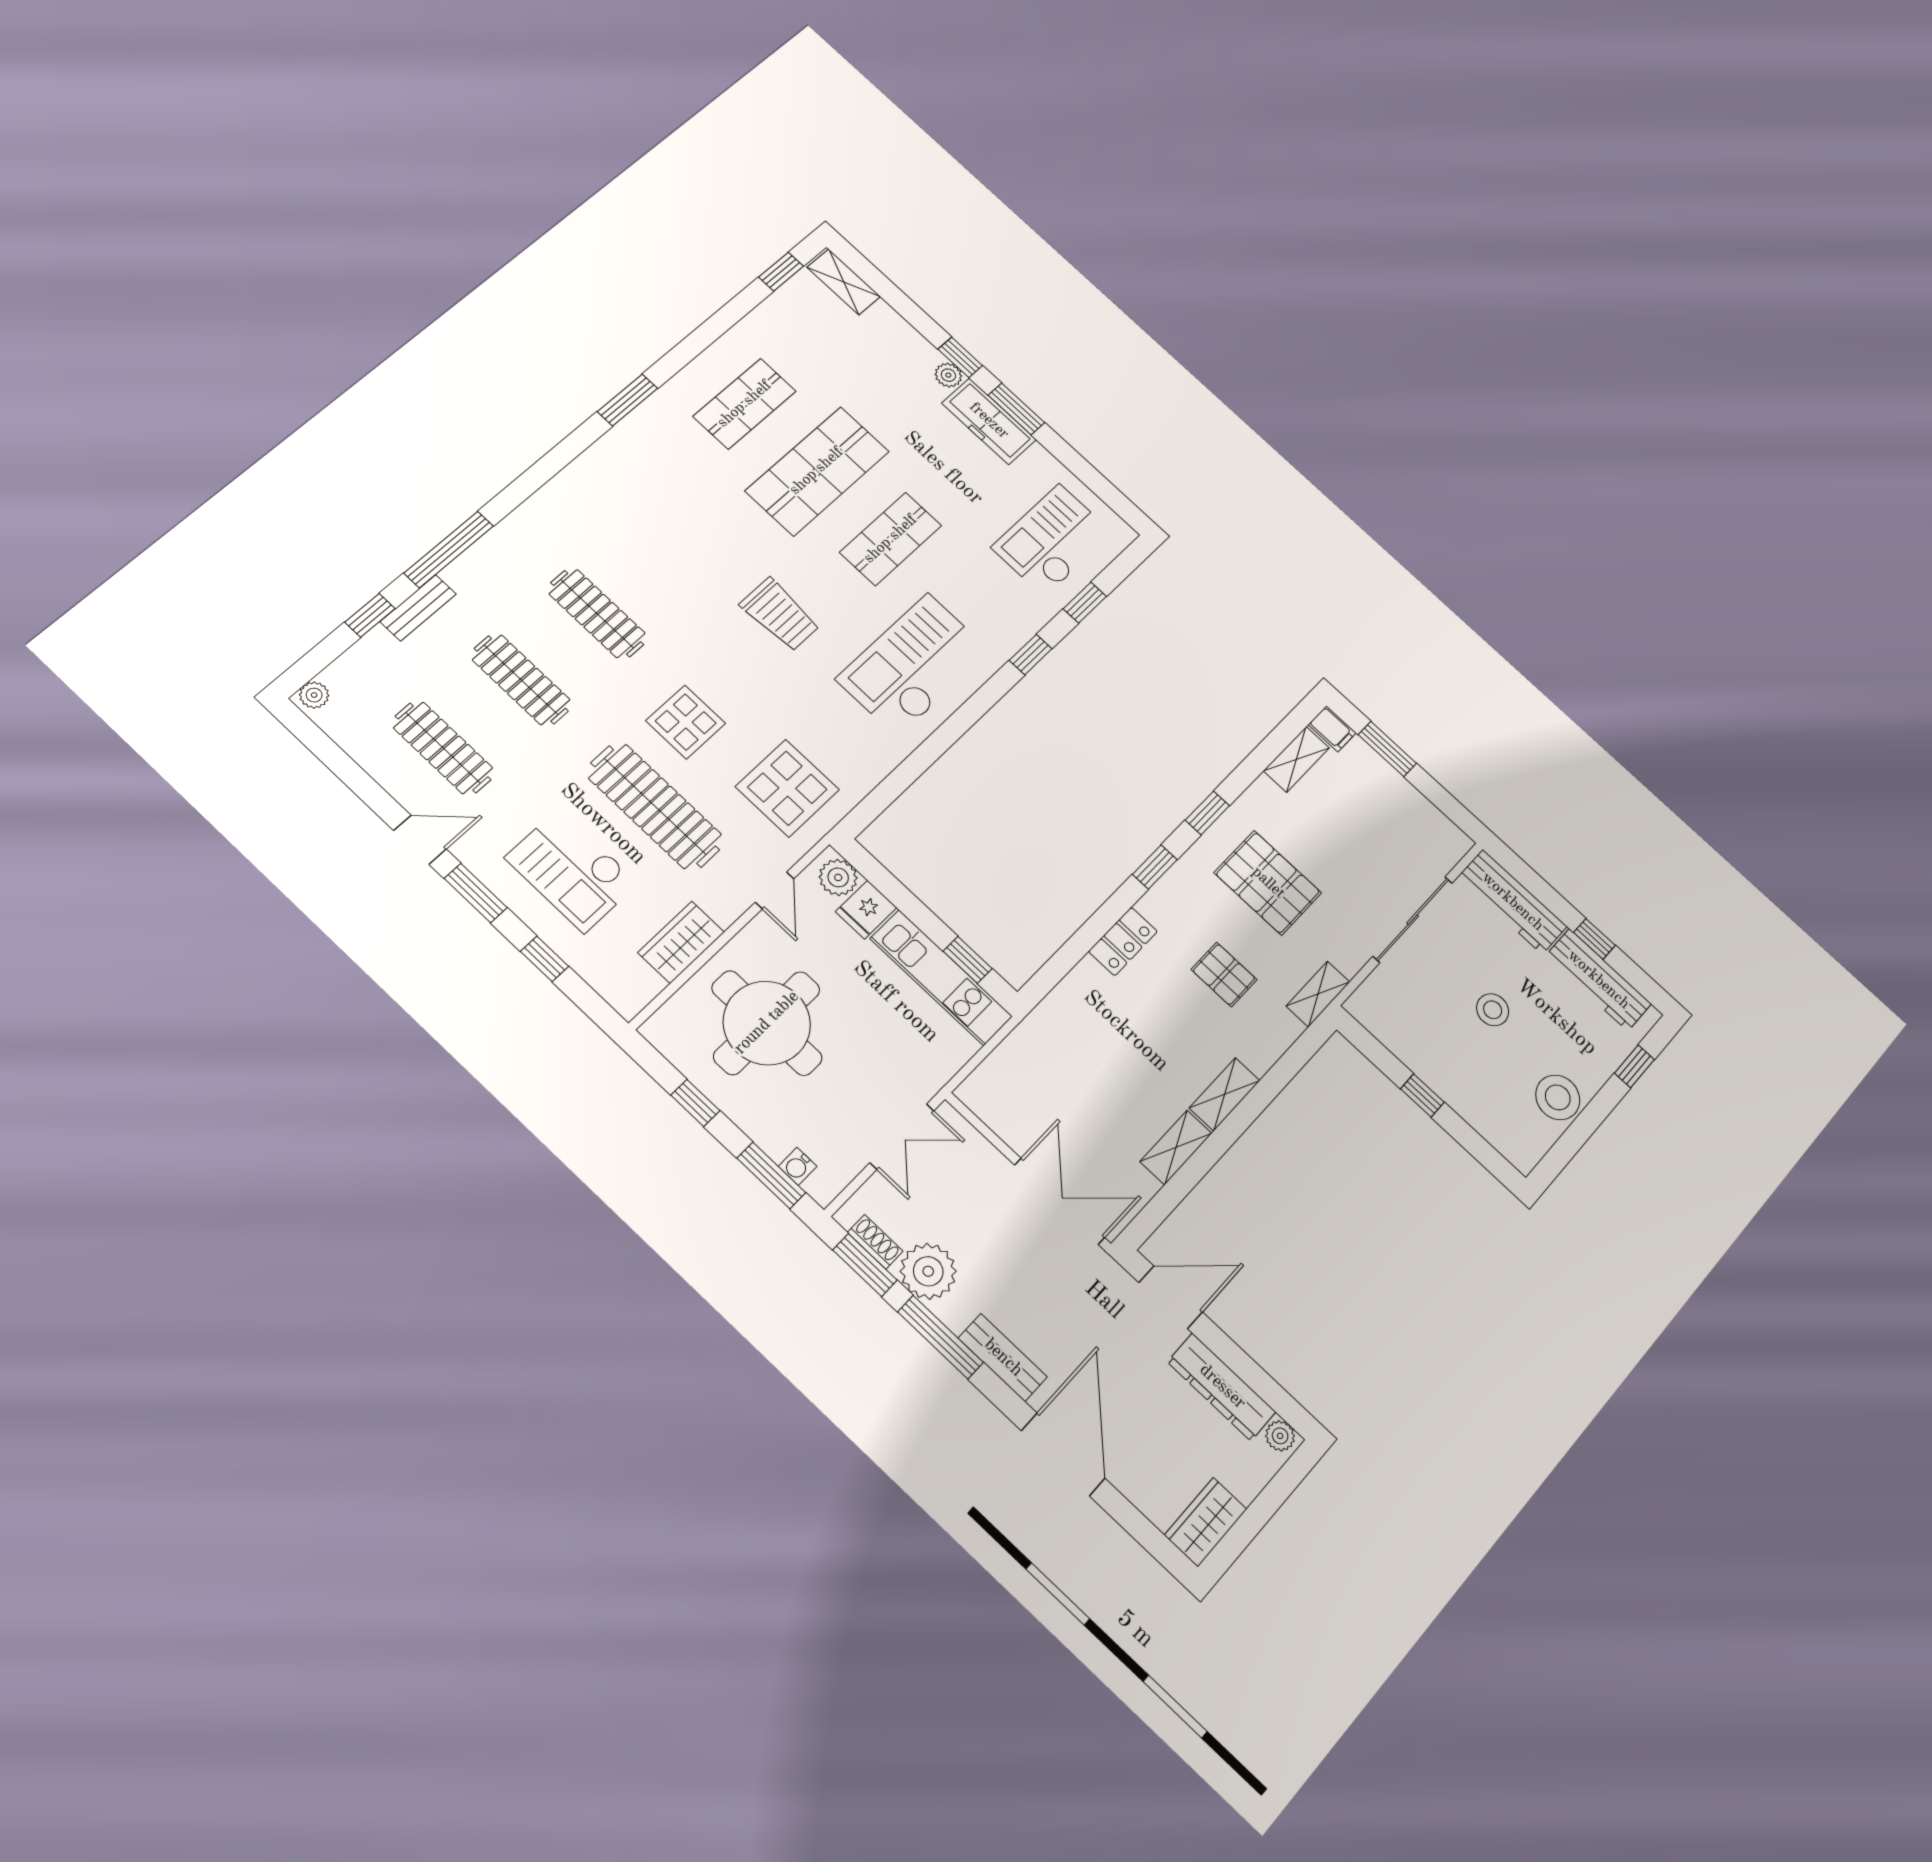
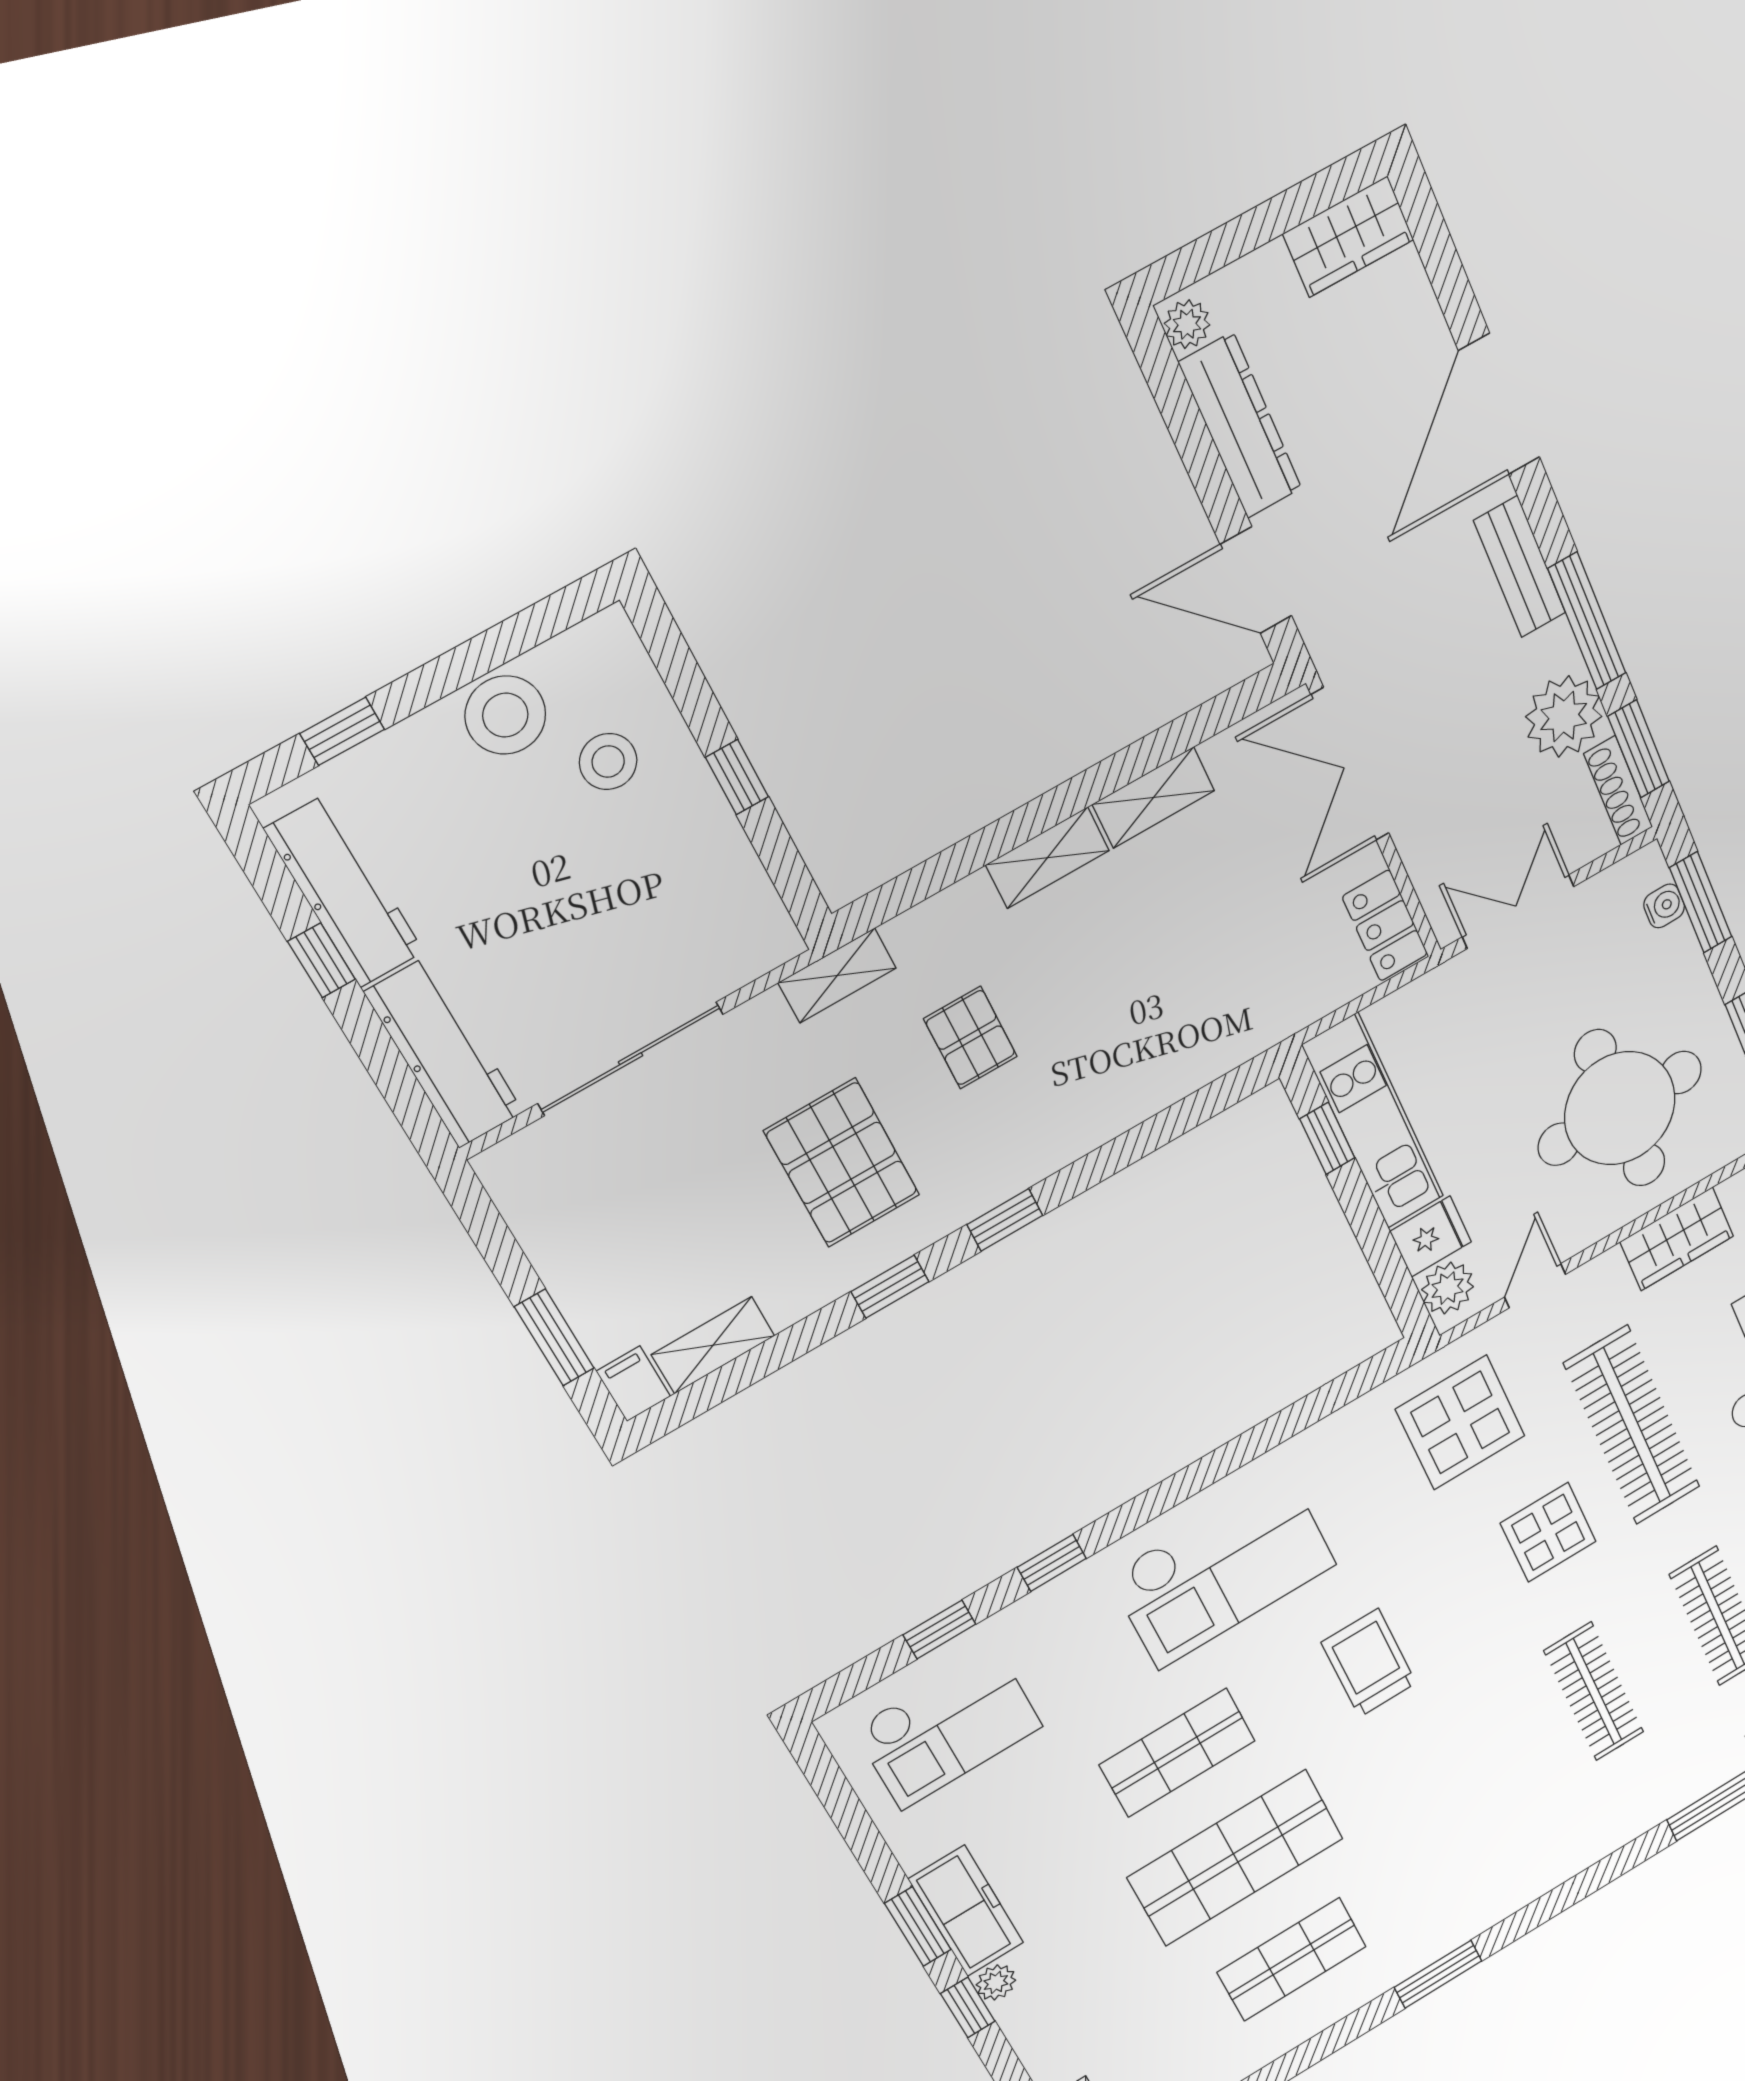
locker: (1123, 941) -> (1385, 926), moved, turned -90
stool: (1493, 1010) -> (608, 762), moved
shoe rack: (875, 1242) -> (1618, 790), width x1.43

